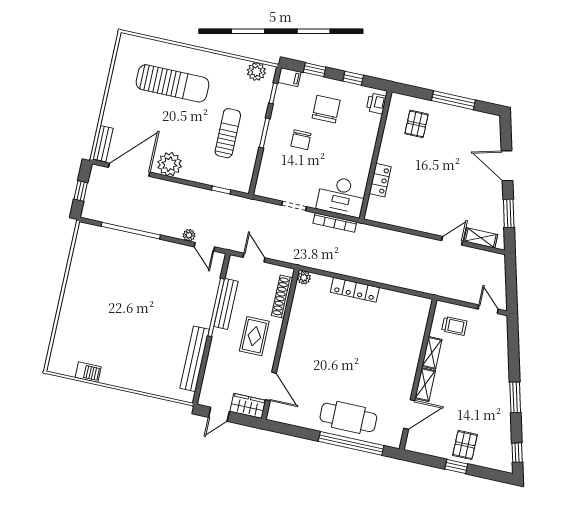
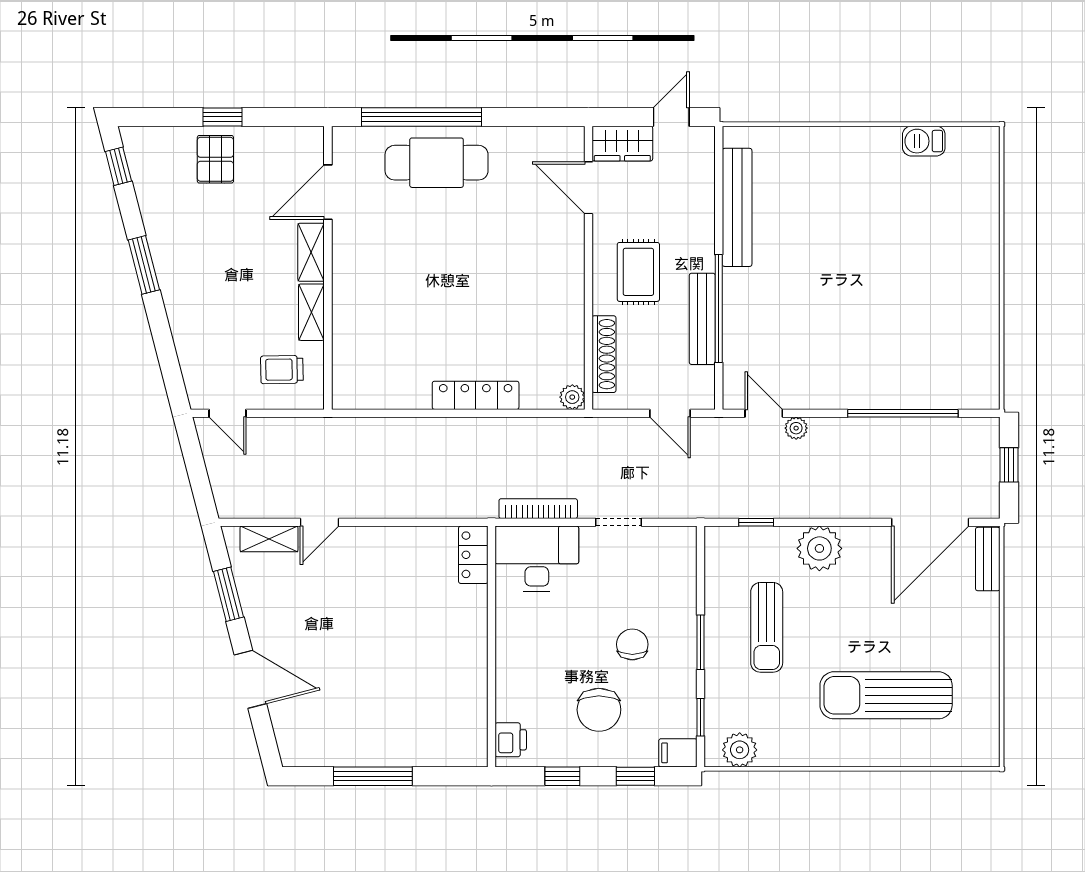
pallet: (417, 124) -> (430, 719), removed
plant: (170, 164) -> (819, 548), moved
locker: (380, 180) -> (473, 555), moved

